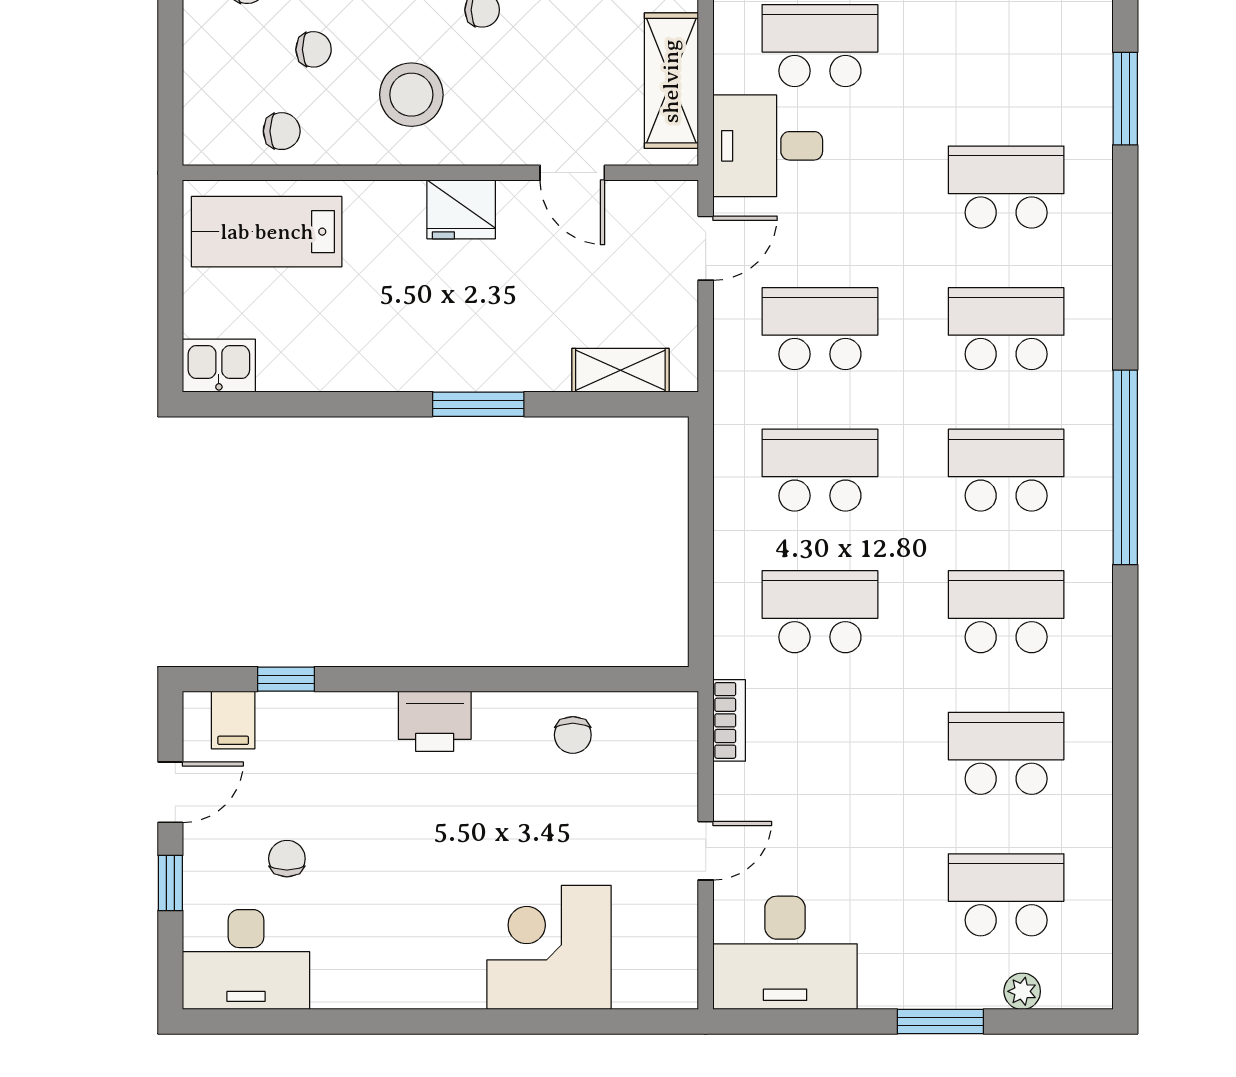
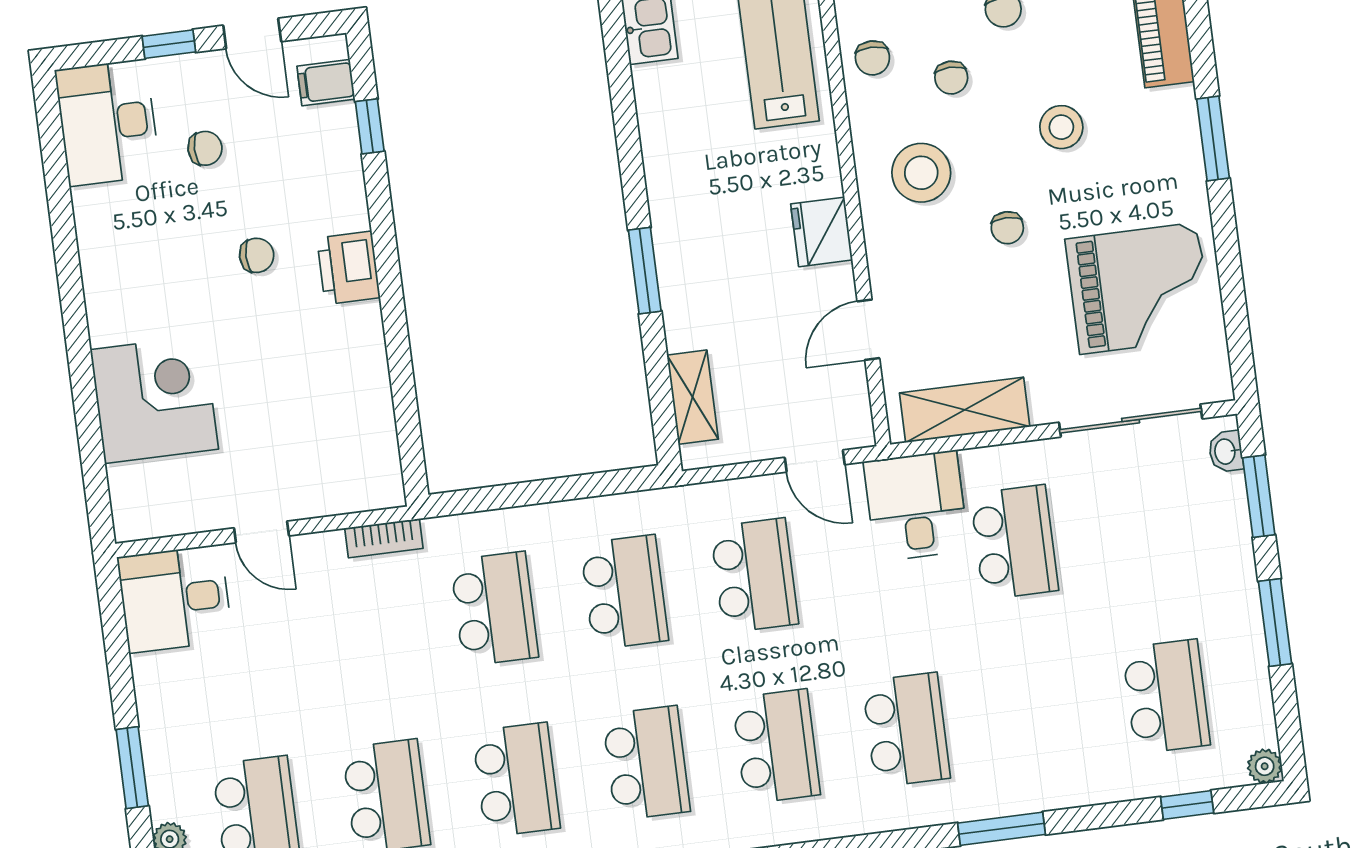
chair: (573, 735) -> (257, 255), moved, turned 180
desk: (785, 953) -> (175, 599), width x0.73

